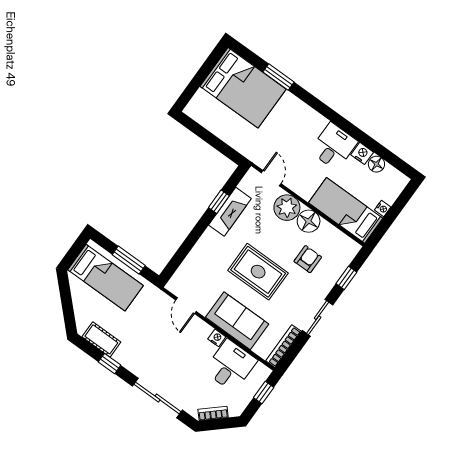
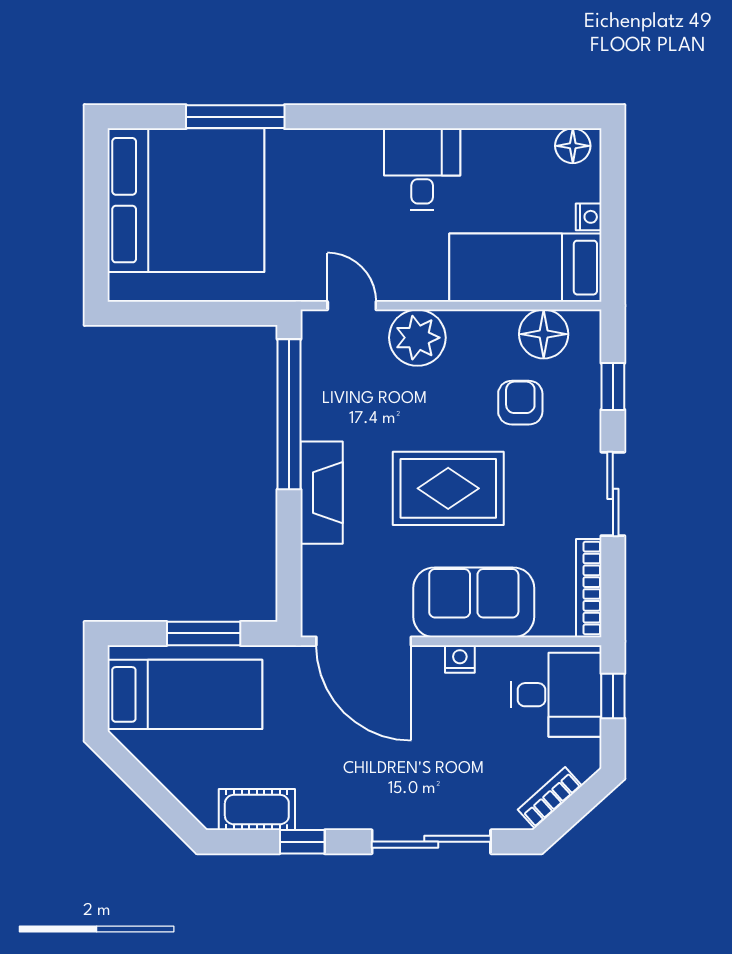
window: (278, 77) -> (235, 117), width x1.44
bed: (243, 88) -> (186, 200), width x1.36
nightstand: (362, 153) -> (482, 145), removed
floor lamp: (376, 164) -> (573, 146), moved
window: (219, 202) -> (289, 414), width x3.17
fireplace: (230, 212) -> (322, 493), moved
floor lamp: (309, 221) -> (544, 334), moved
door: (186, 306) -> (364, 641), width x1.88
desk: (231, 366) -> (556, 695), moved, turned 90

